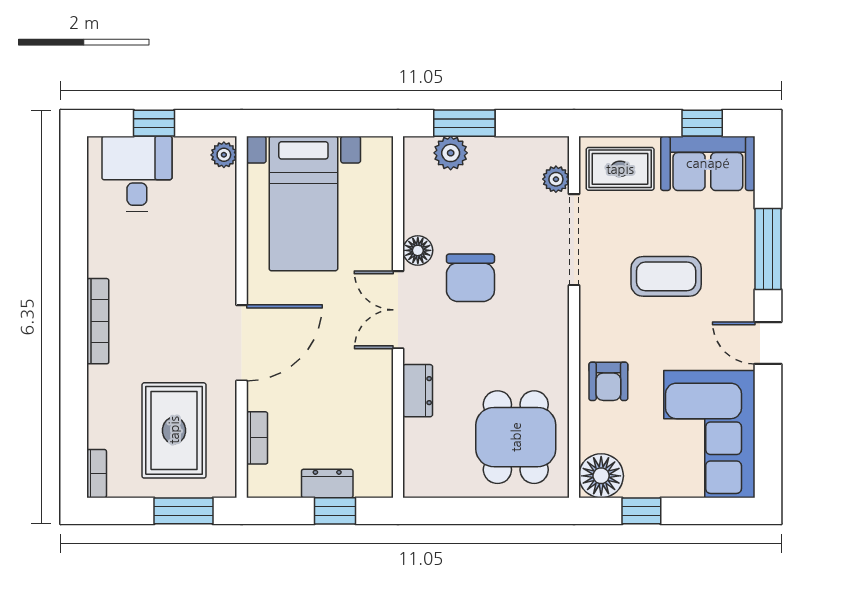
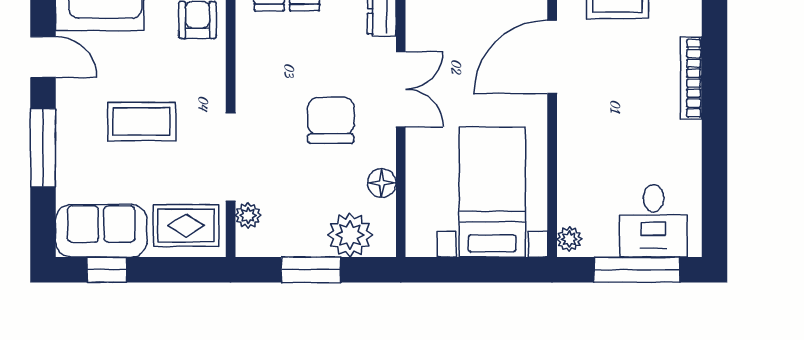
window: (154, 123) -> (637, 270), width x2.17
window: (464, 123) -> (311, 270), moved
plant: (451, 153) -> (350, 235), width x1.36, depth x1.36
floor lamp: (418, 250) -> (382, 183), moved

